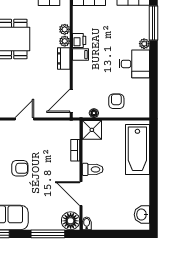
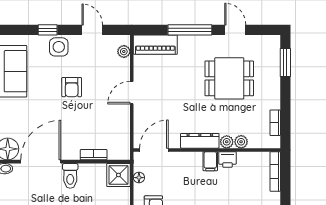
dresser: (64, 58) -> (200, 141), width x1.44
door: (71, 101) -> (154, 150), hinge flipped
door: (24, 119) -> (132, 93), swing flipped
door: (81, 194) -> (41, 162), width x1.36

